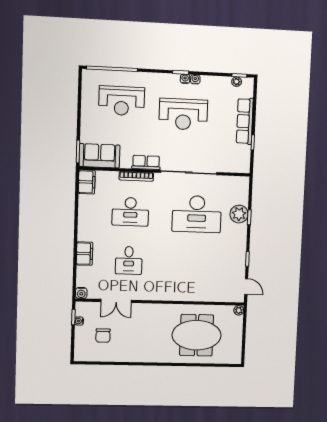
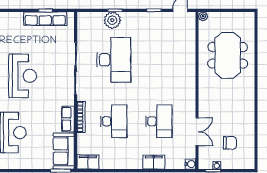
row of seats: (245, 121) -> (45, 19), moved
row of seats: (146, 162) -> (68, 119), moved
desk: (129, 260) -> (159, 121), width x1.37

